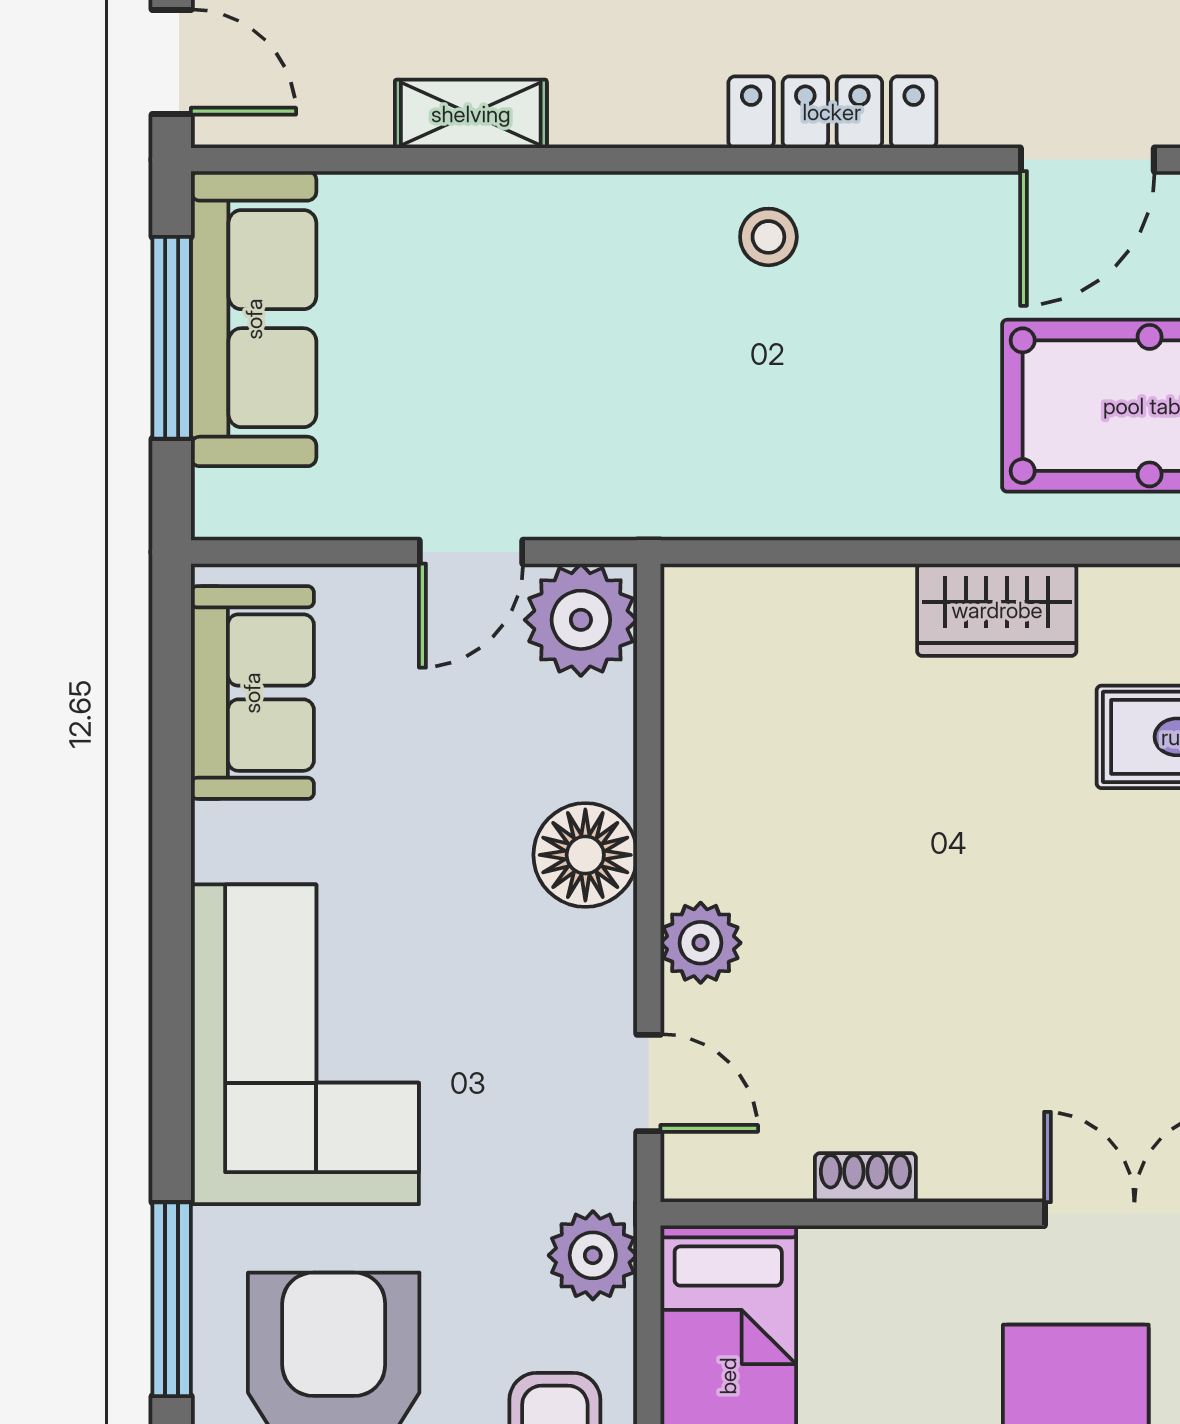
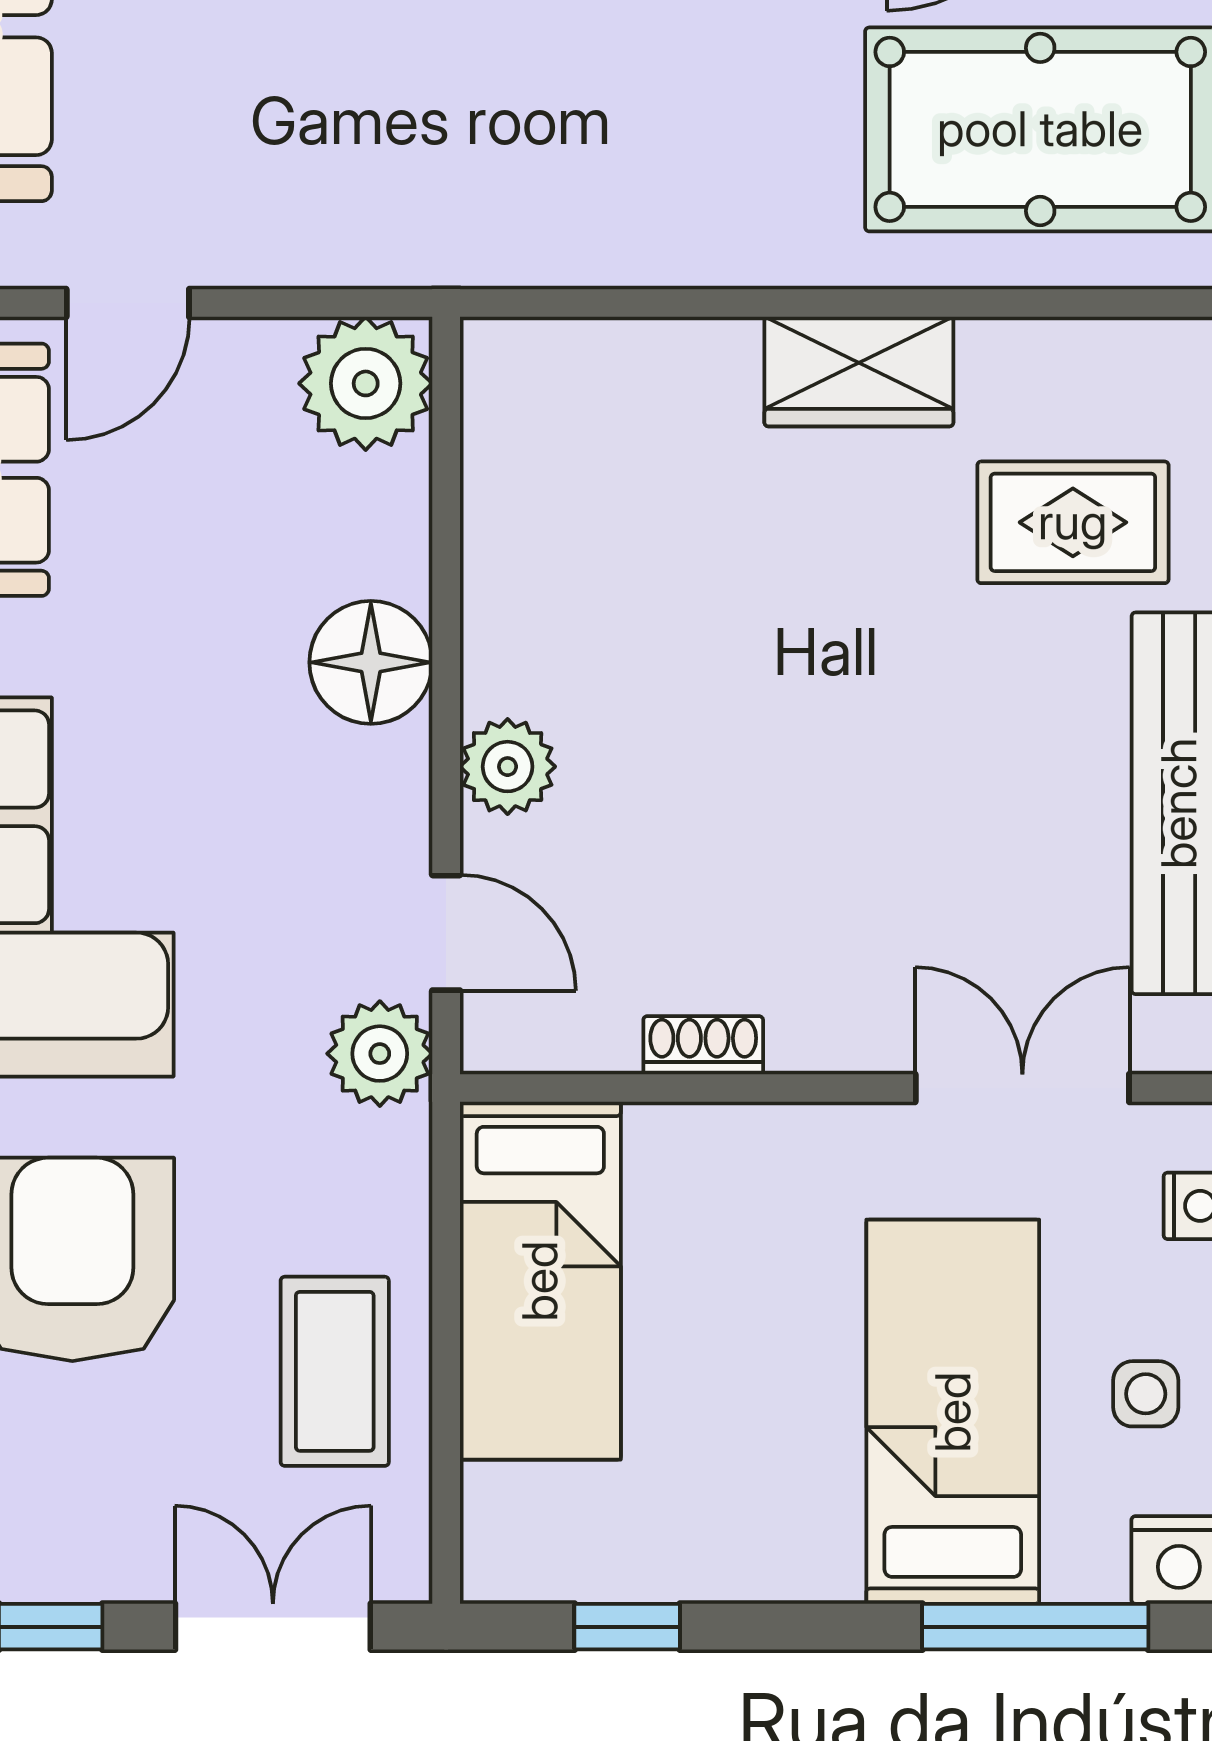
door: (471, 552) -> (128, 303), moved
plant: (593, 1255) -> (380, 1054), moved

